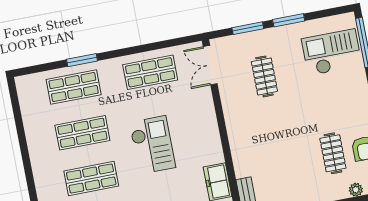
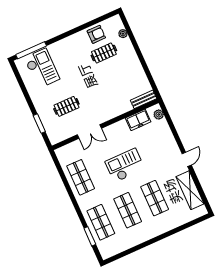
window: (289, 20) -> (28, 100), removed
checkout: (332, 52) -> (42, 68), turned 180
window: (82, 60) -> (90, 236), moved
double door: (210, 65) -> (89, 132), moved

